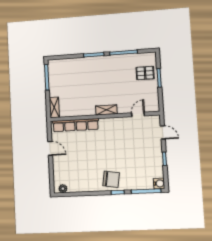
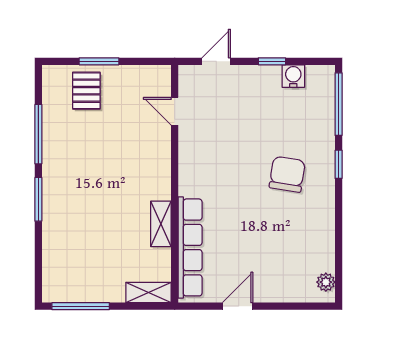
shelving: (106, 110) -> (161, 224), moved
chair: (111, 179) -> (287, 174), moved
water cooler: (159, 183) -> (293, 76), moved

